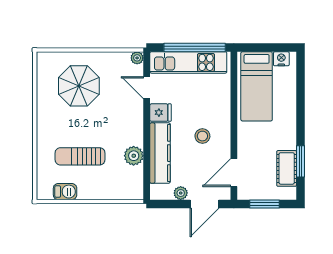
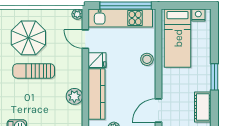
stool: (202, 136) -> (147, 59), moved
sun lounger: (80, 156) -> (34, 71), moved
window: (301, 161) -> (214, 77), moved

